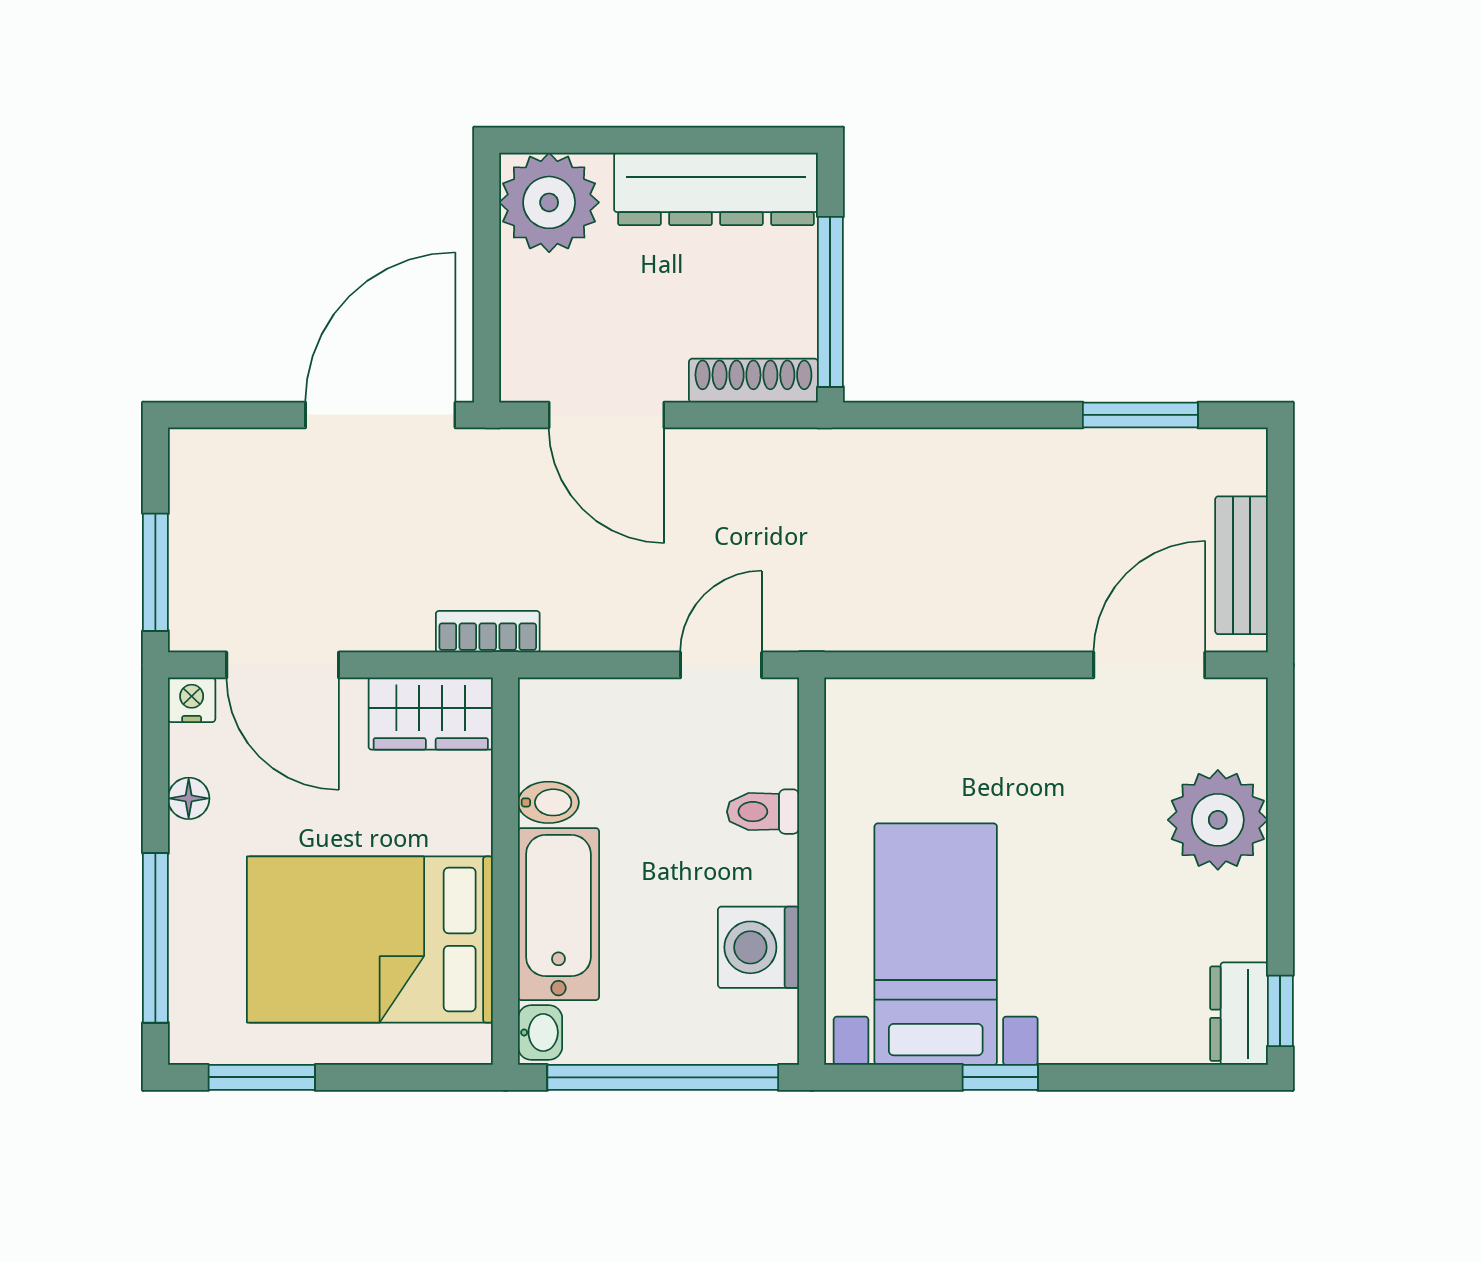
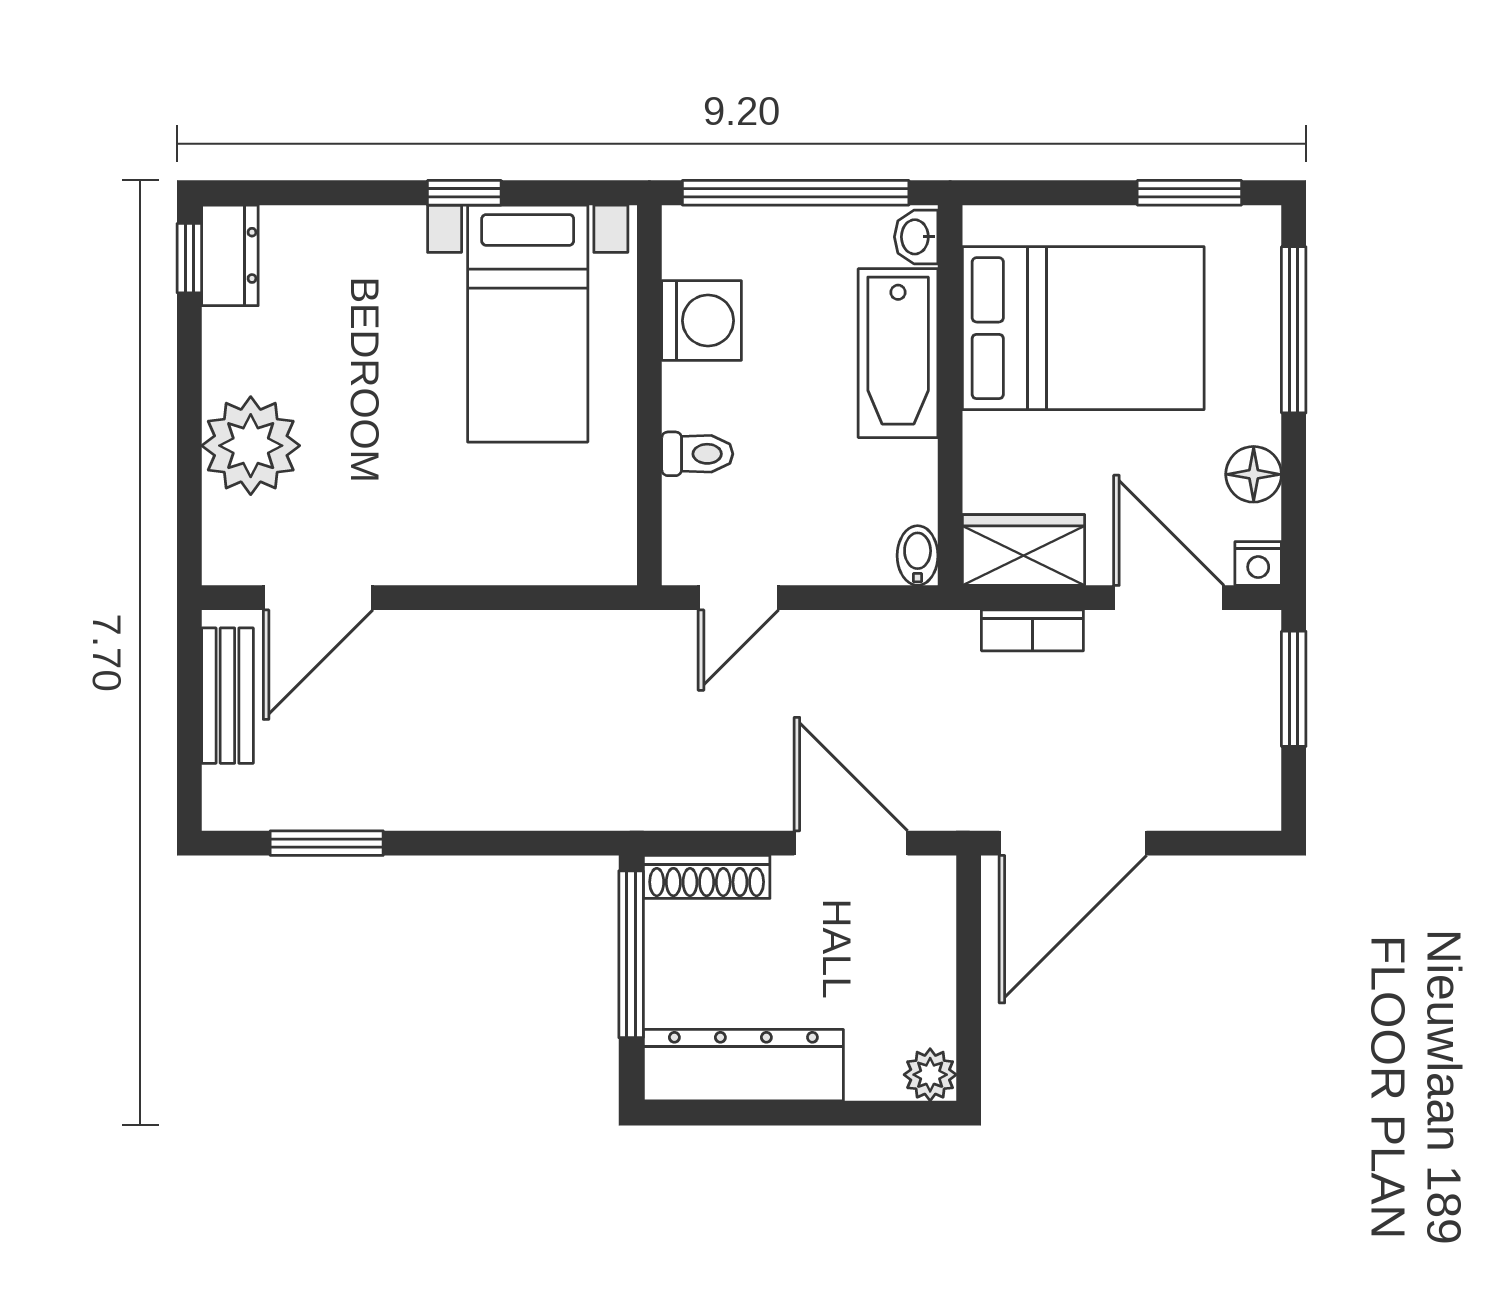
plant: (549, 202) -> (930, 1075), width x0.53, depth x0.53
bookcase: (488, 632) -> (1032, 630), moved
floor lamp: (189, 798) -> (1254, 474), width x1.37, depth x1.37
bidet: (548, 802) -> (918, 556), moved, turned 90

